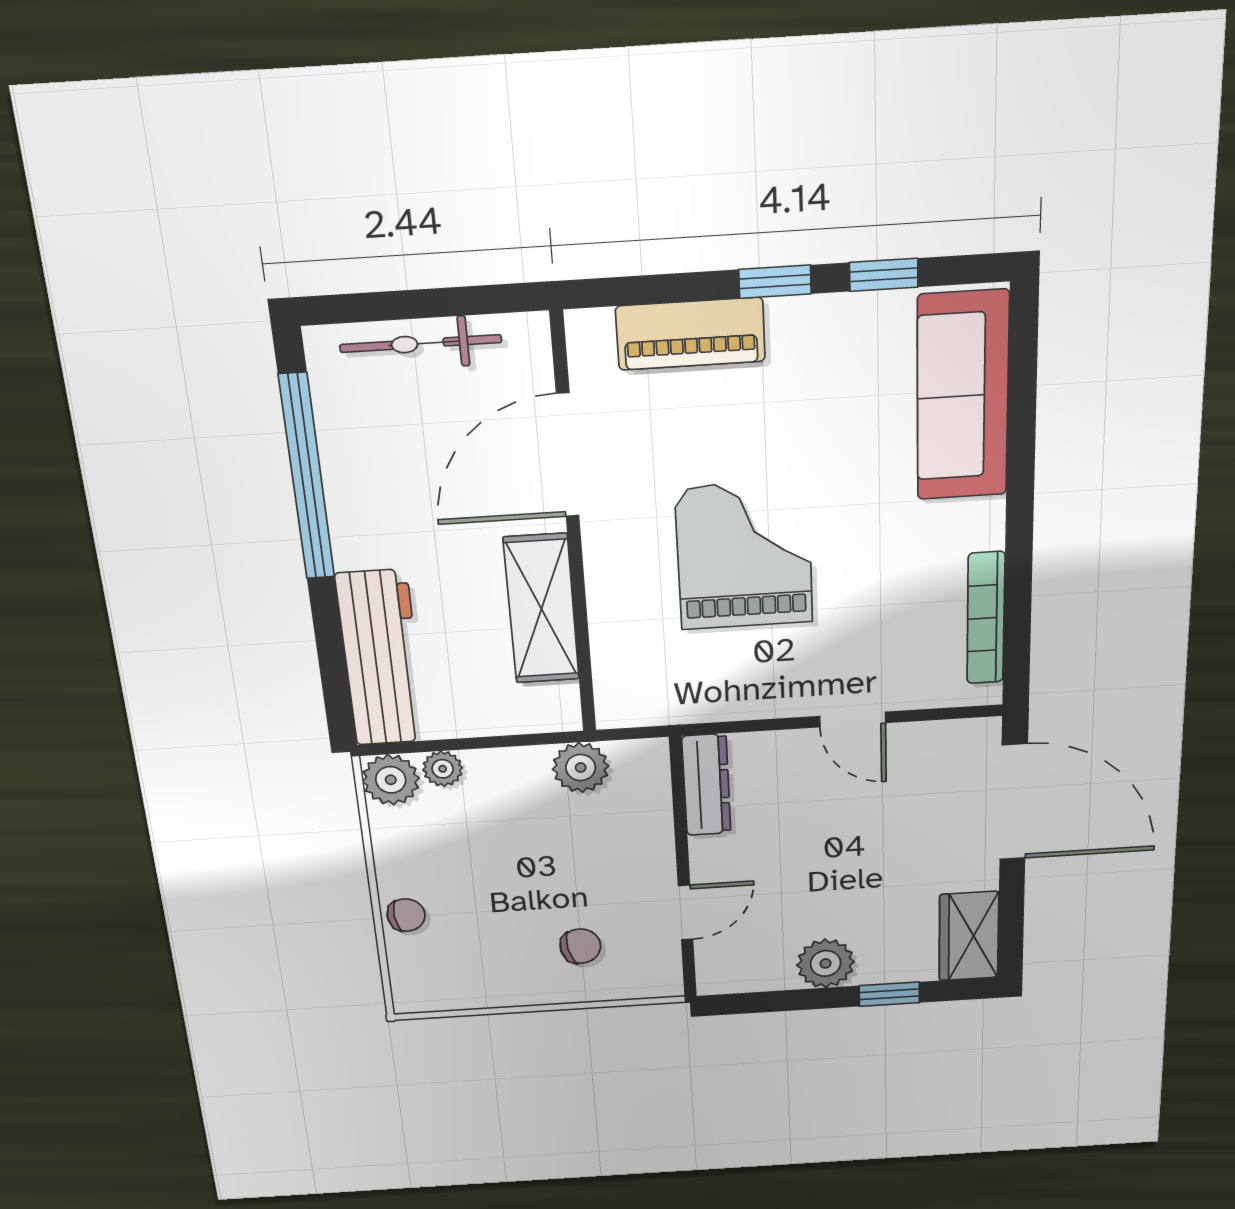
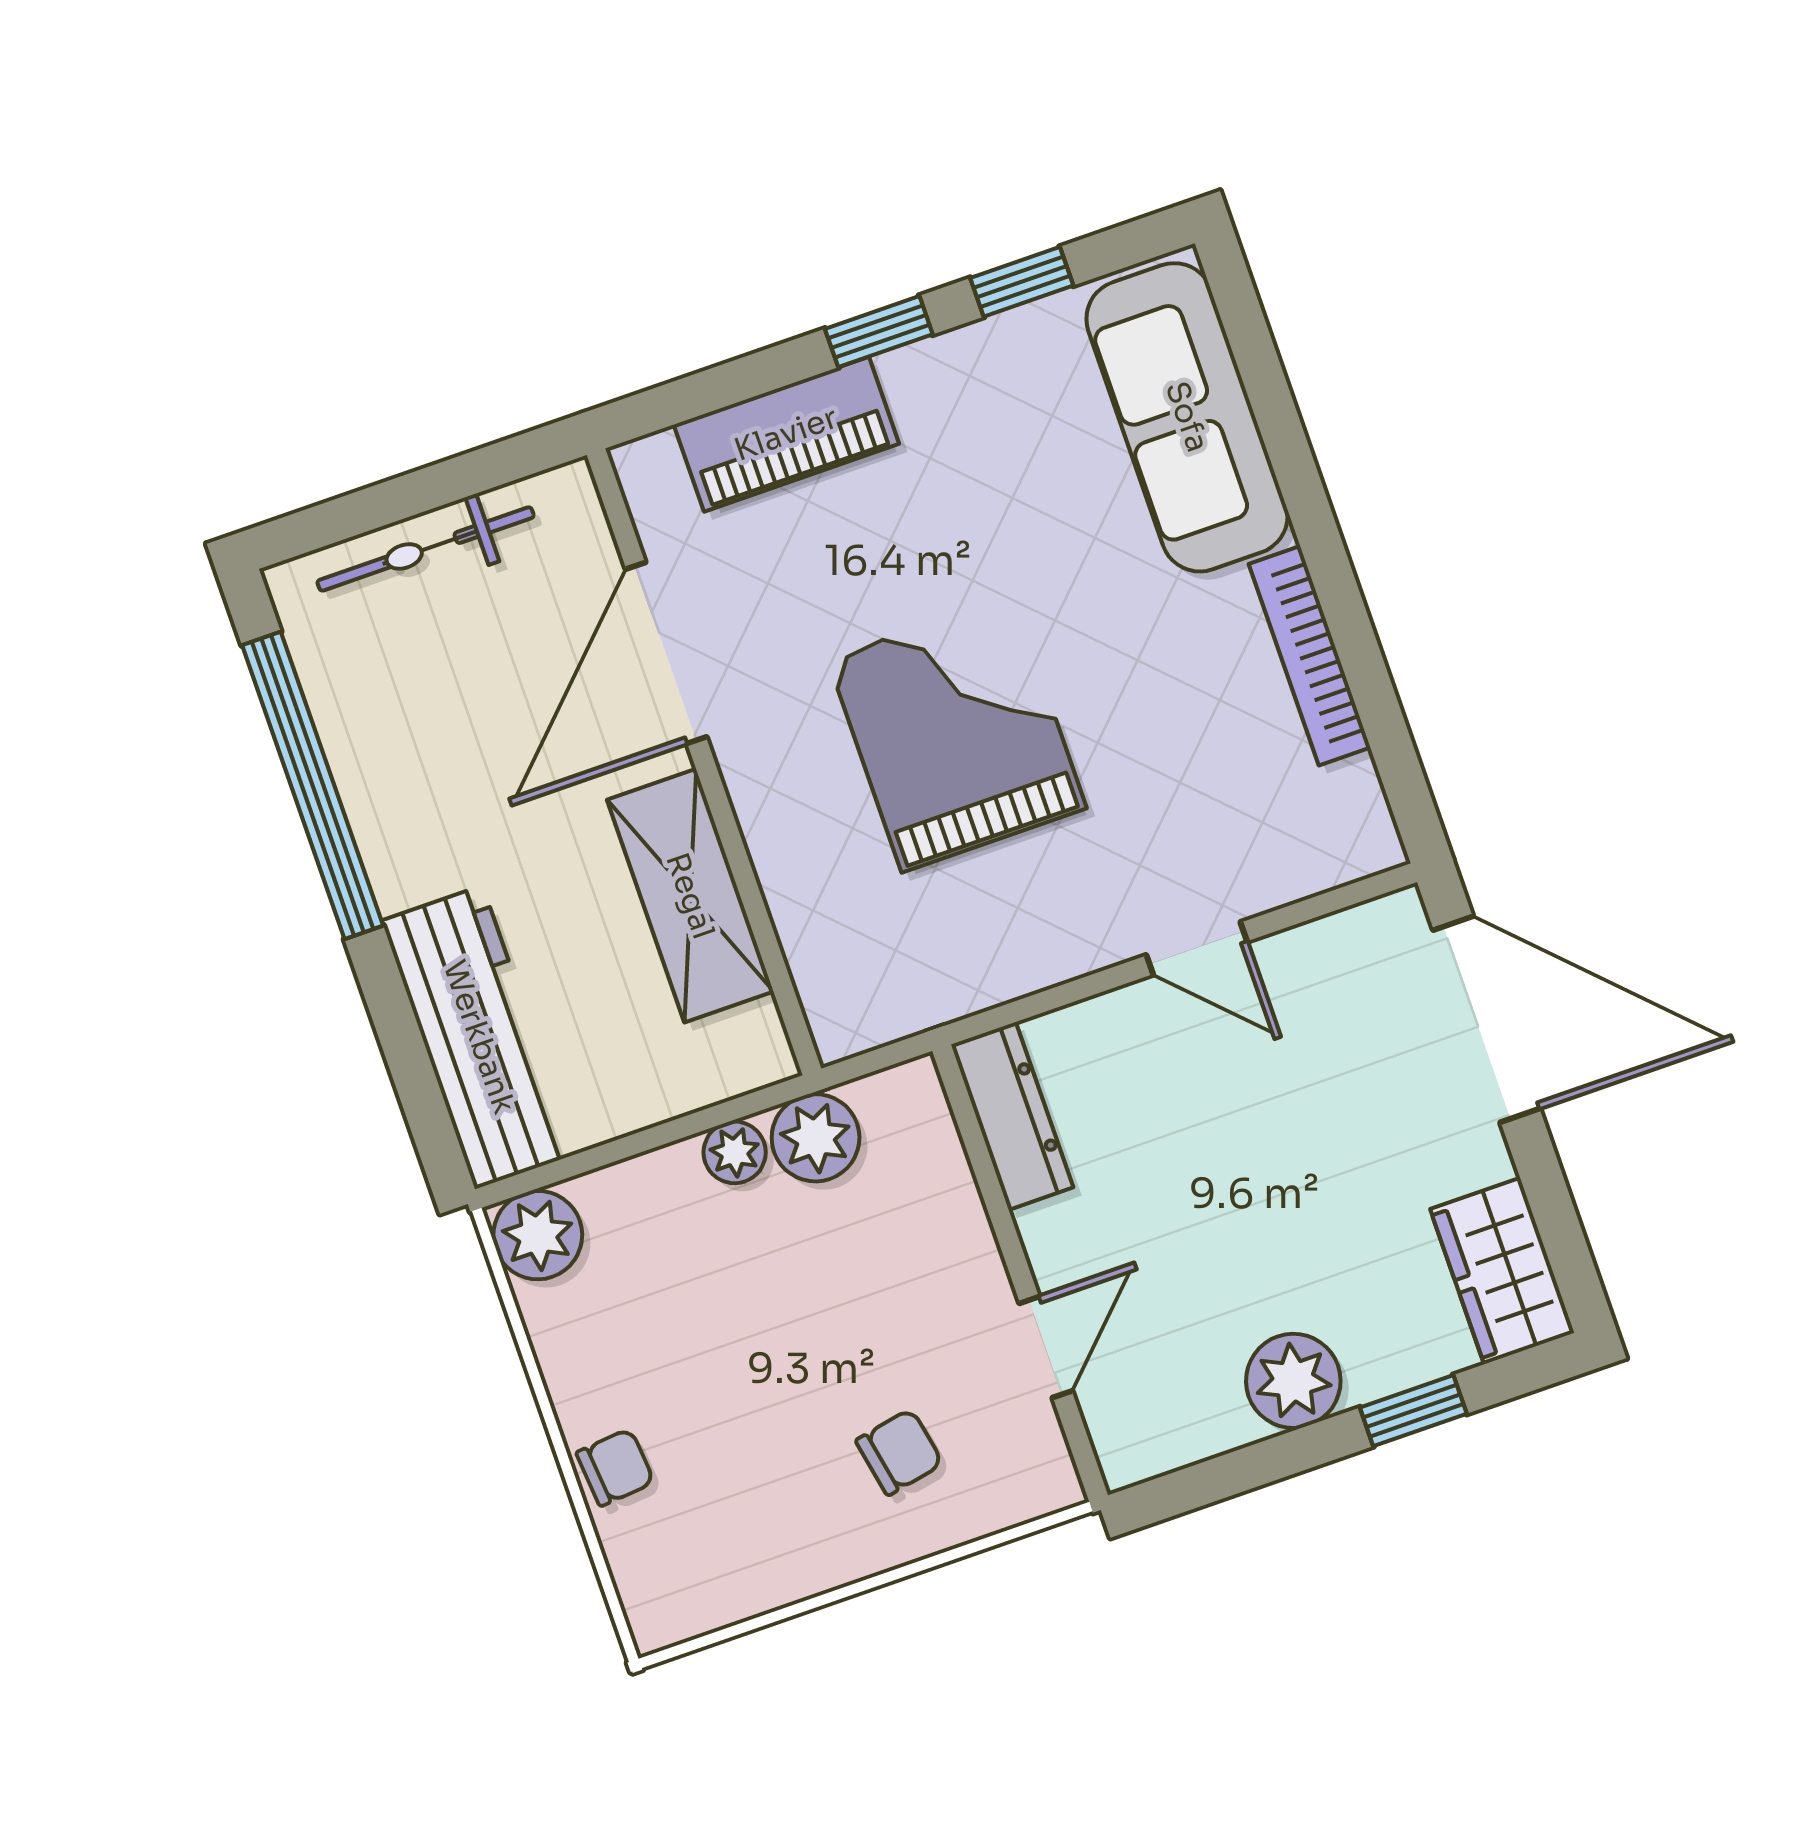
bookcase: (986, 618) -> (1310, 656), moved
plant: (443, 769) -> (735, 1152), moved

